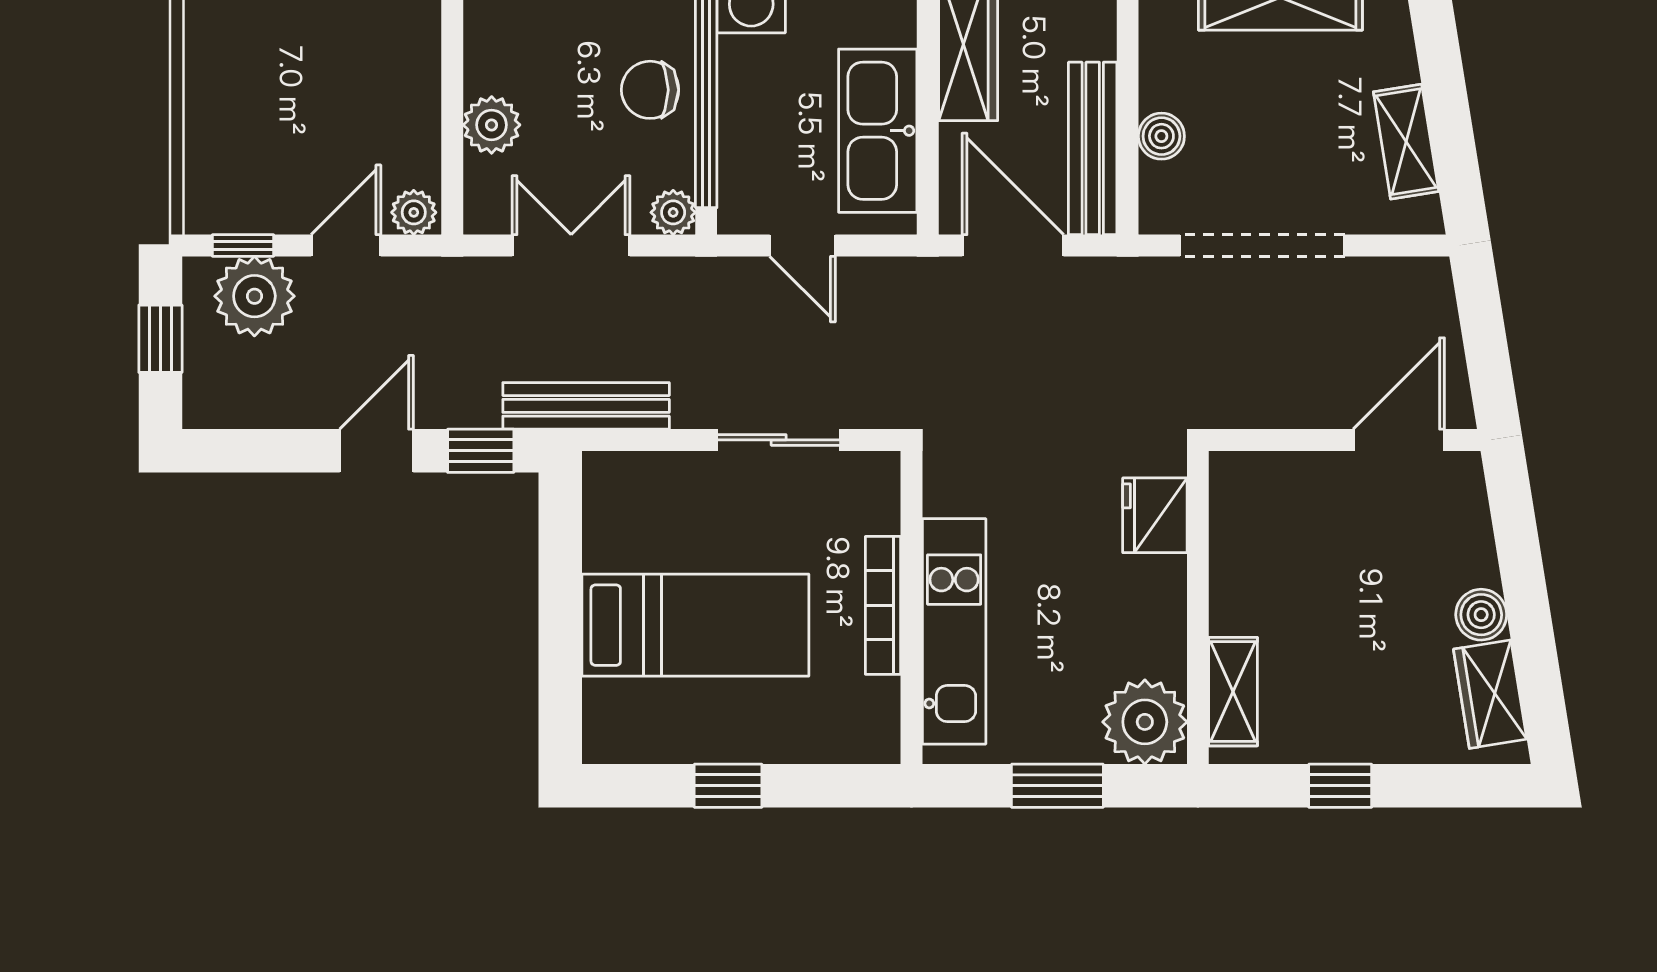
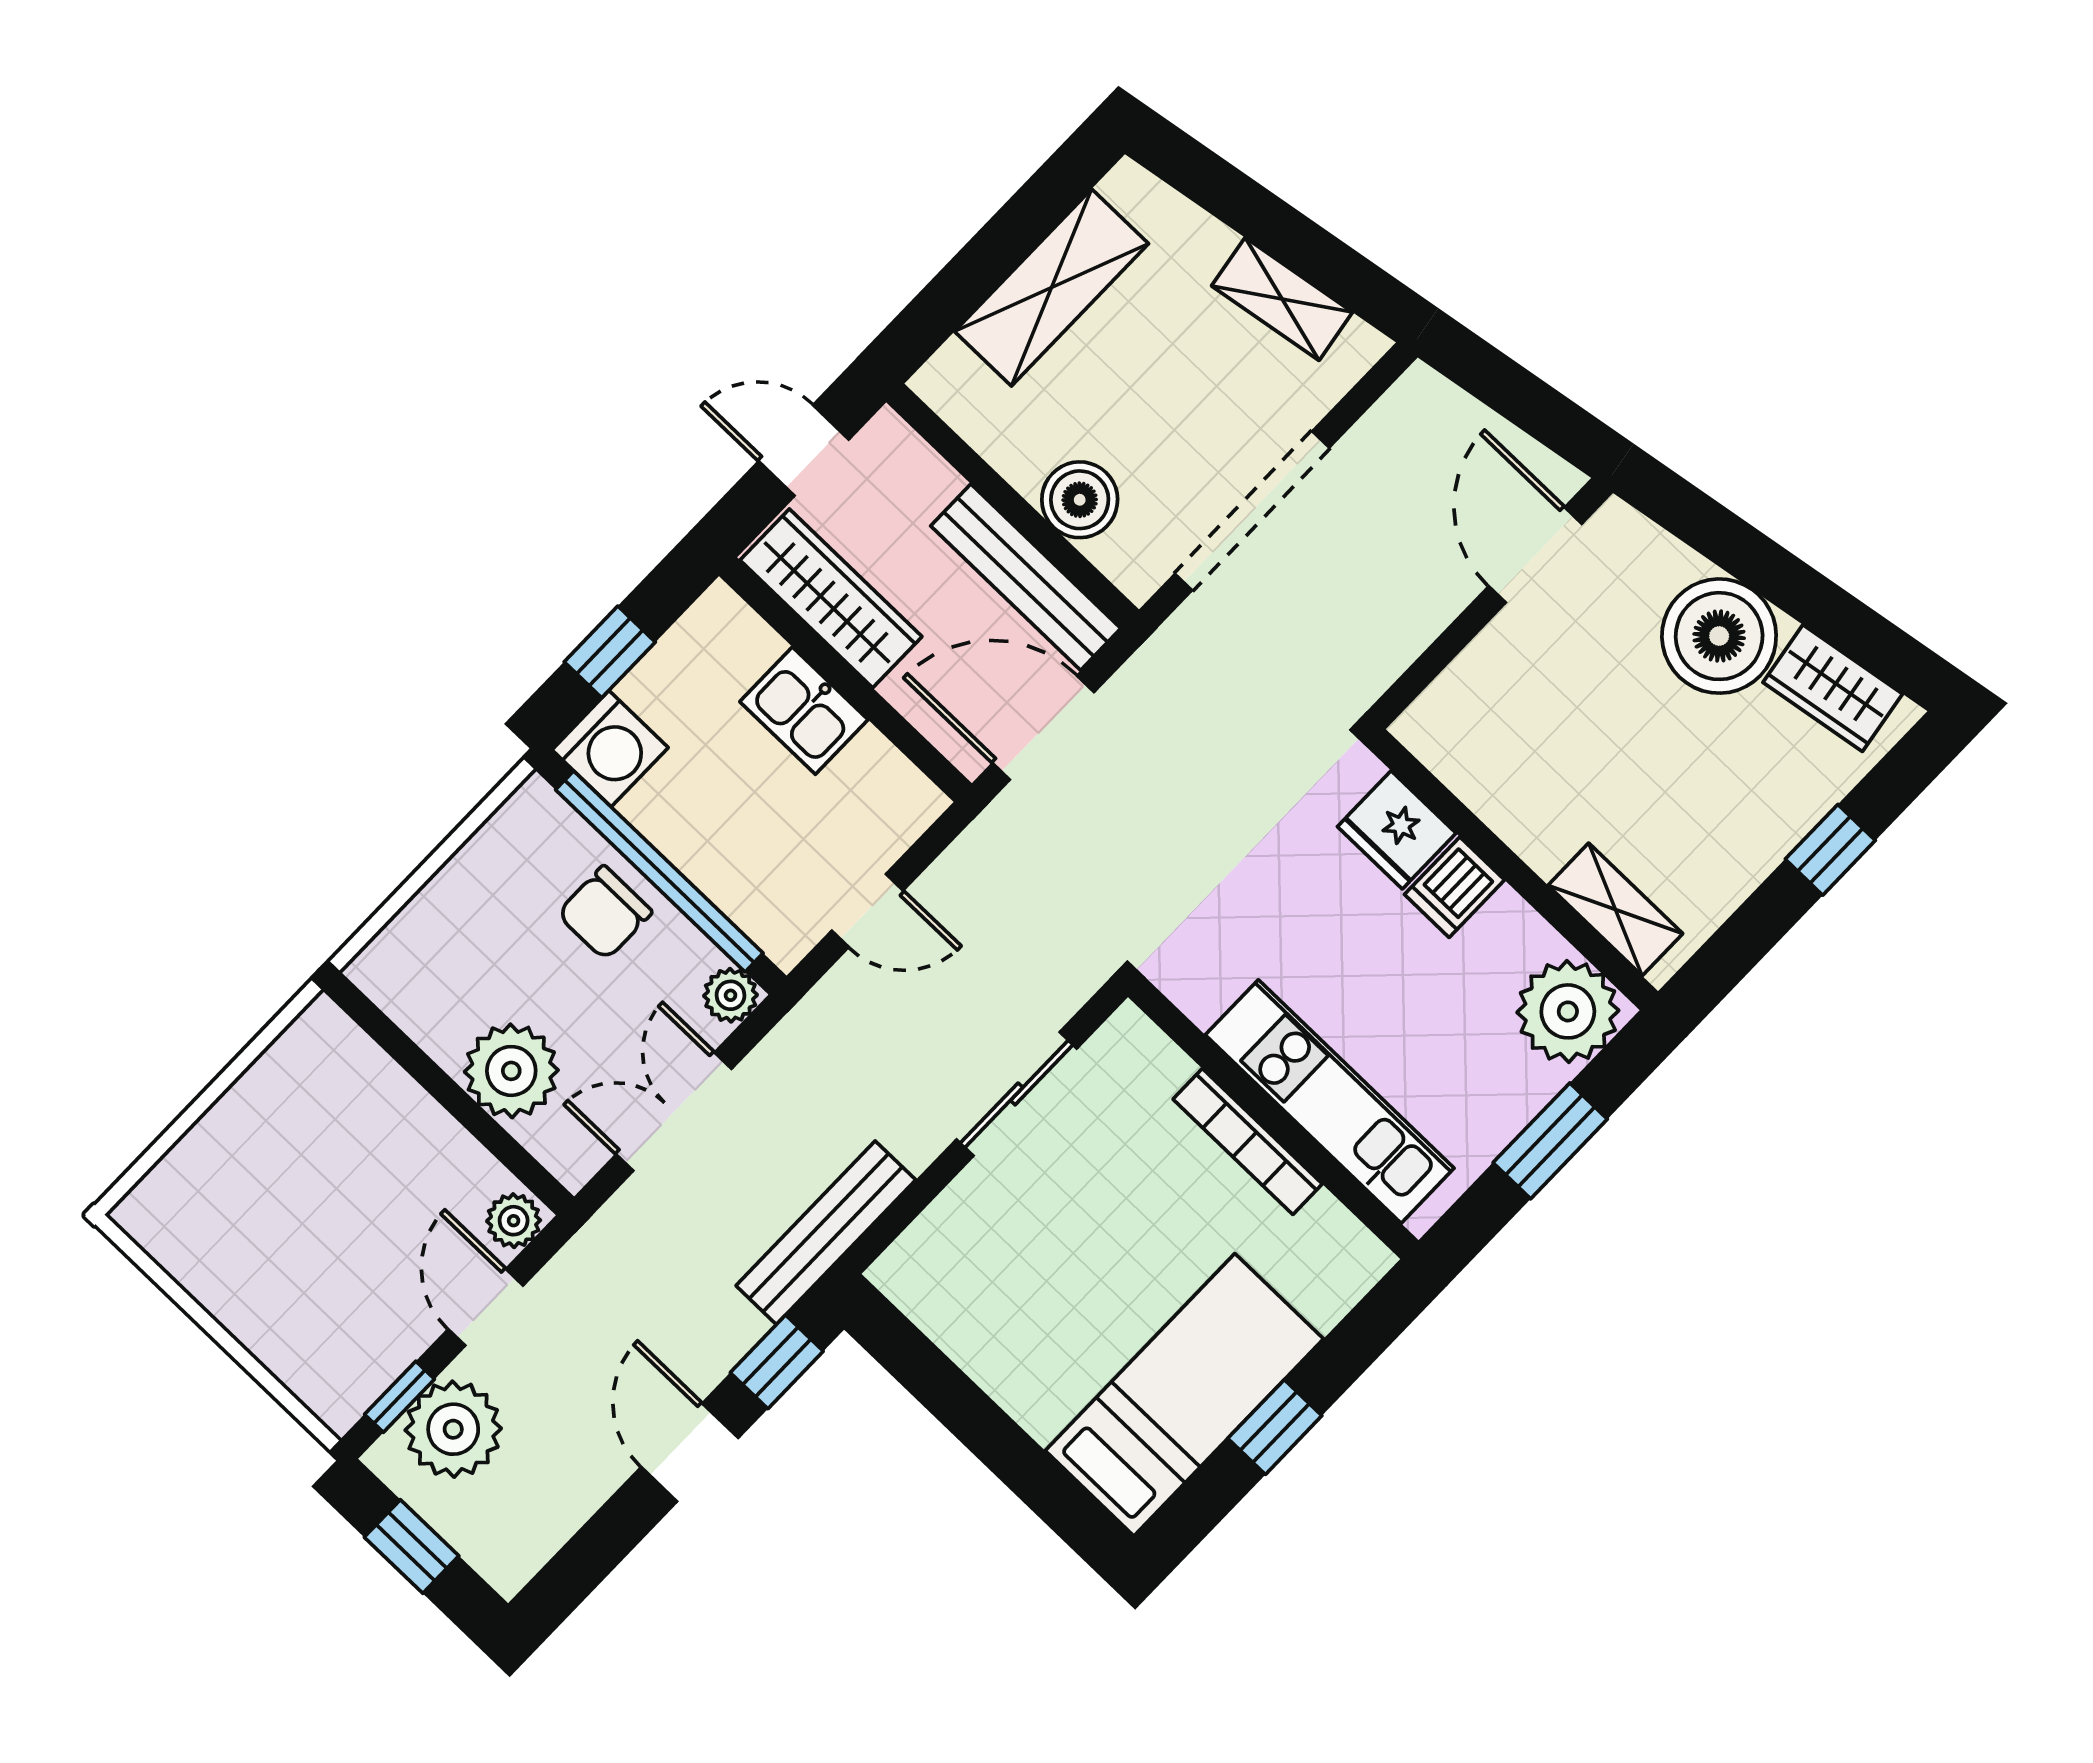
plant: (492, 125) -> (511, 1071), width x1.36, depth x1.36
kitchen sink: (878, 131) -> (804, 711), width x0.53, depth x0.81
boiler: (1161, 136) -> (1080, 500), width x1.36, depth x1.36
dishwasher: (1154, 583) -> (1454, 887), added
boiler: (1481, 615) -> (1719, 636), width x1.86, depth x1.86
bed: (695, 625) -> (1184, 1395), moved
window: (1340, 786) -> (1830, 850), moved

